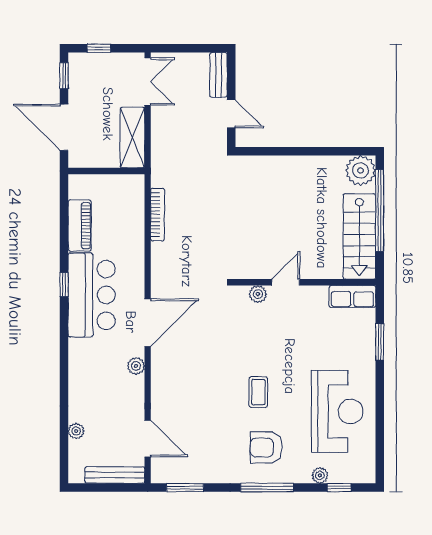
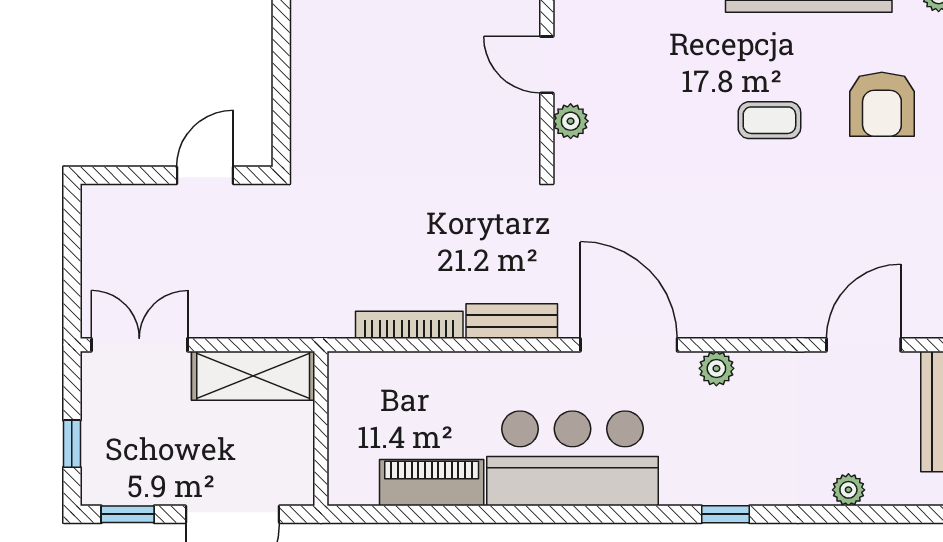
bench: (218, 75) -> (512, 321), moved
window: (64, 285) -> (725, 514), moved

